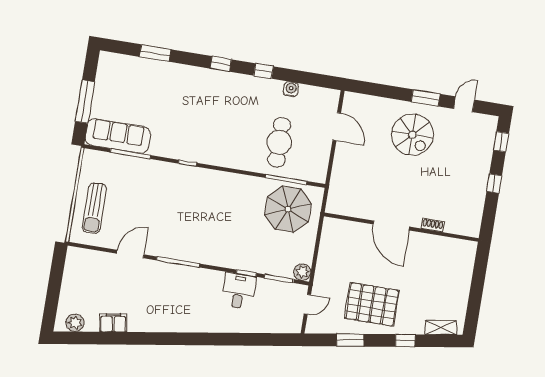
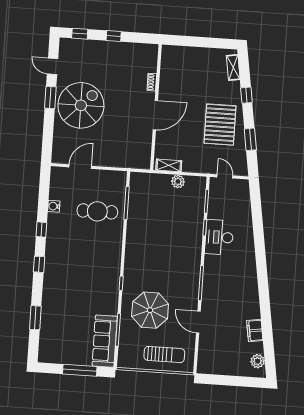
spiral stairs: (412, 135) -> (81, 105), width x1.37, depth x1.37
parasol: (288, 209) -> (150, 310), moved
shelving: (328, 236) -> (169, 165), added
plant: (302, 272) -> (178, 181), moved
desk: (239, 291) -> (219, 237), width x1.37

